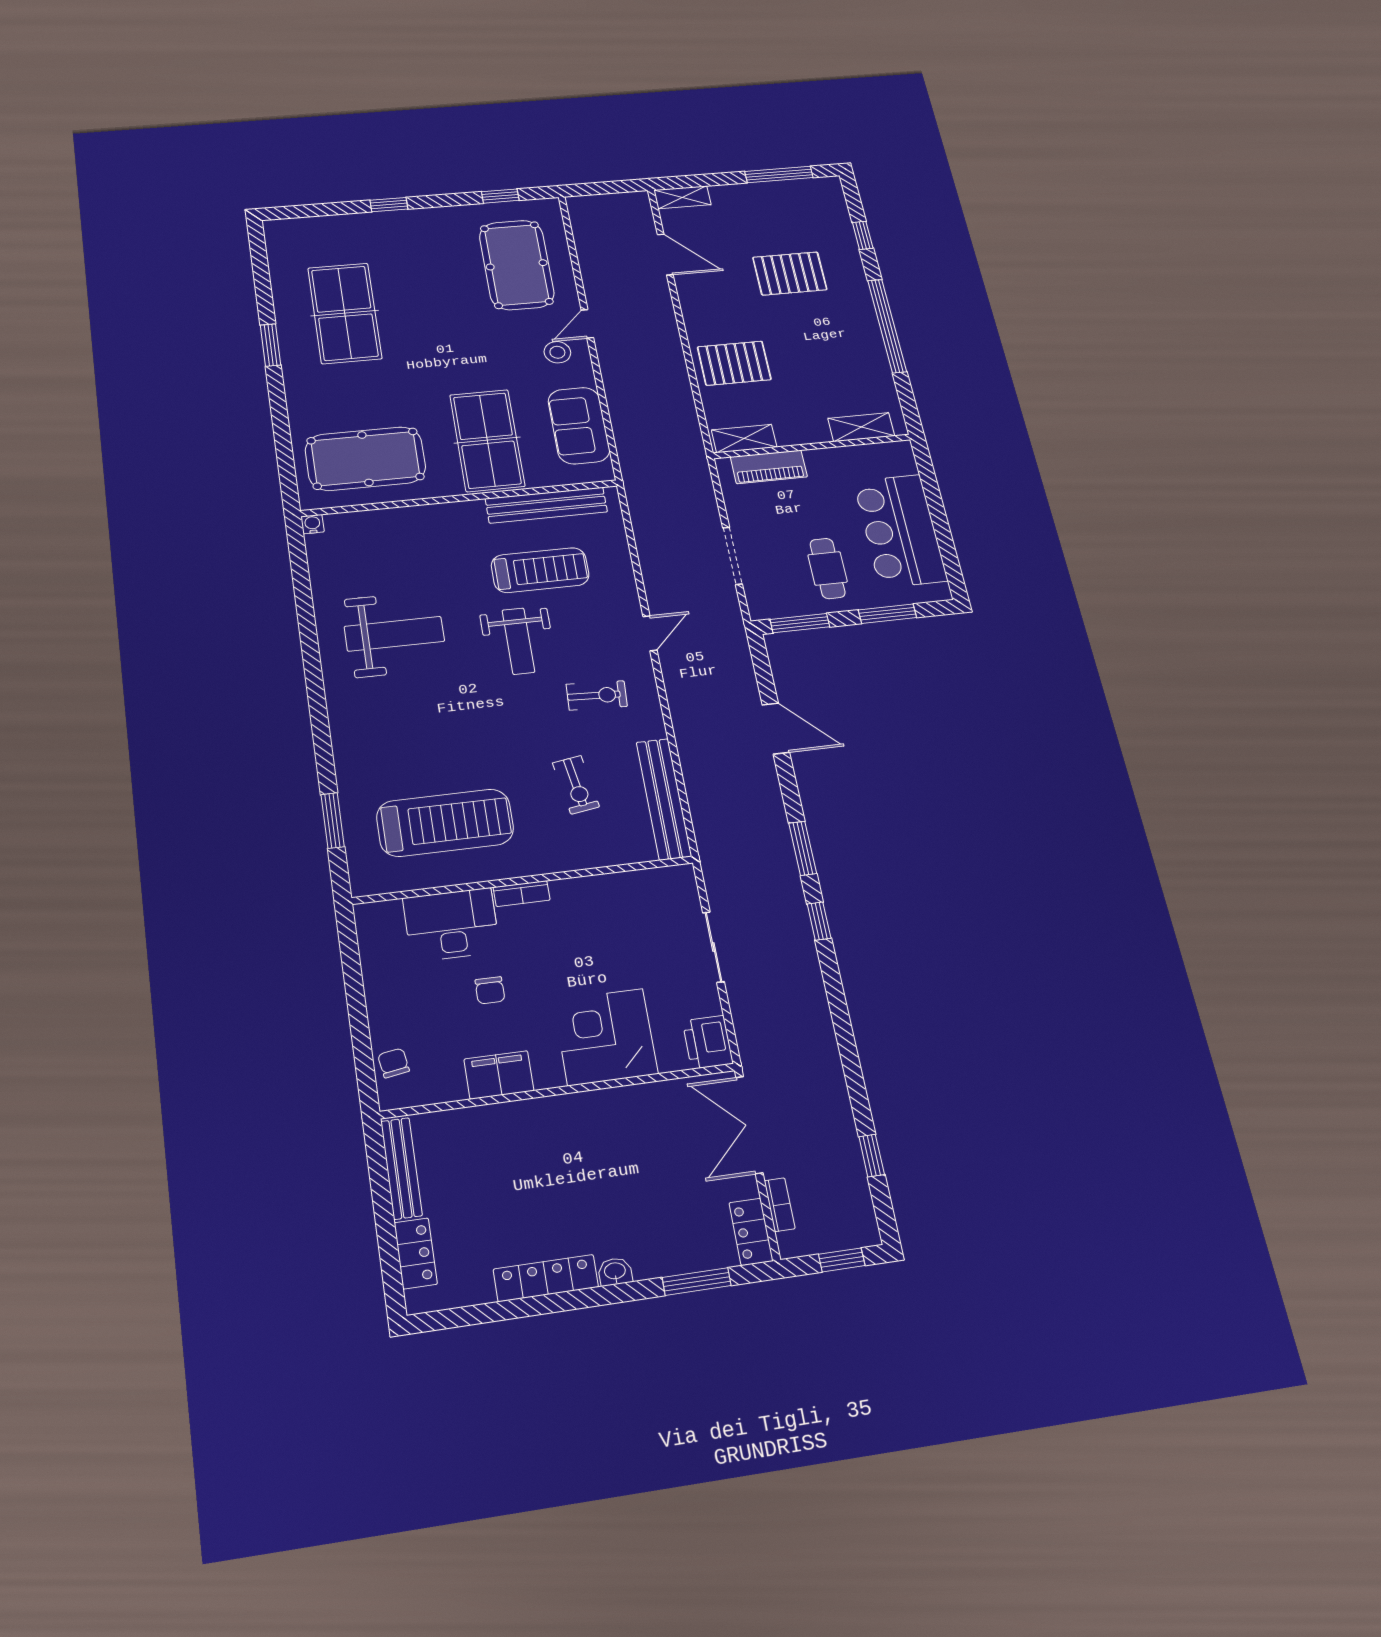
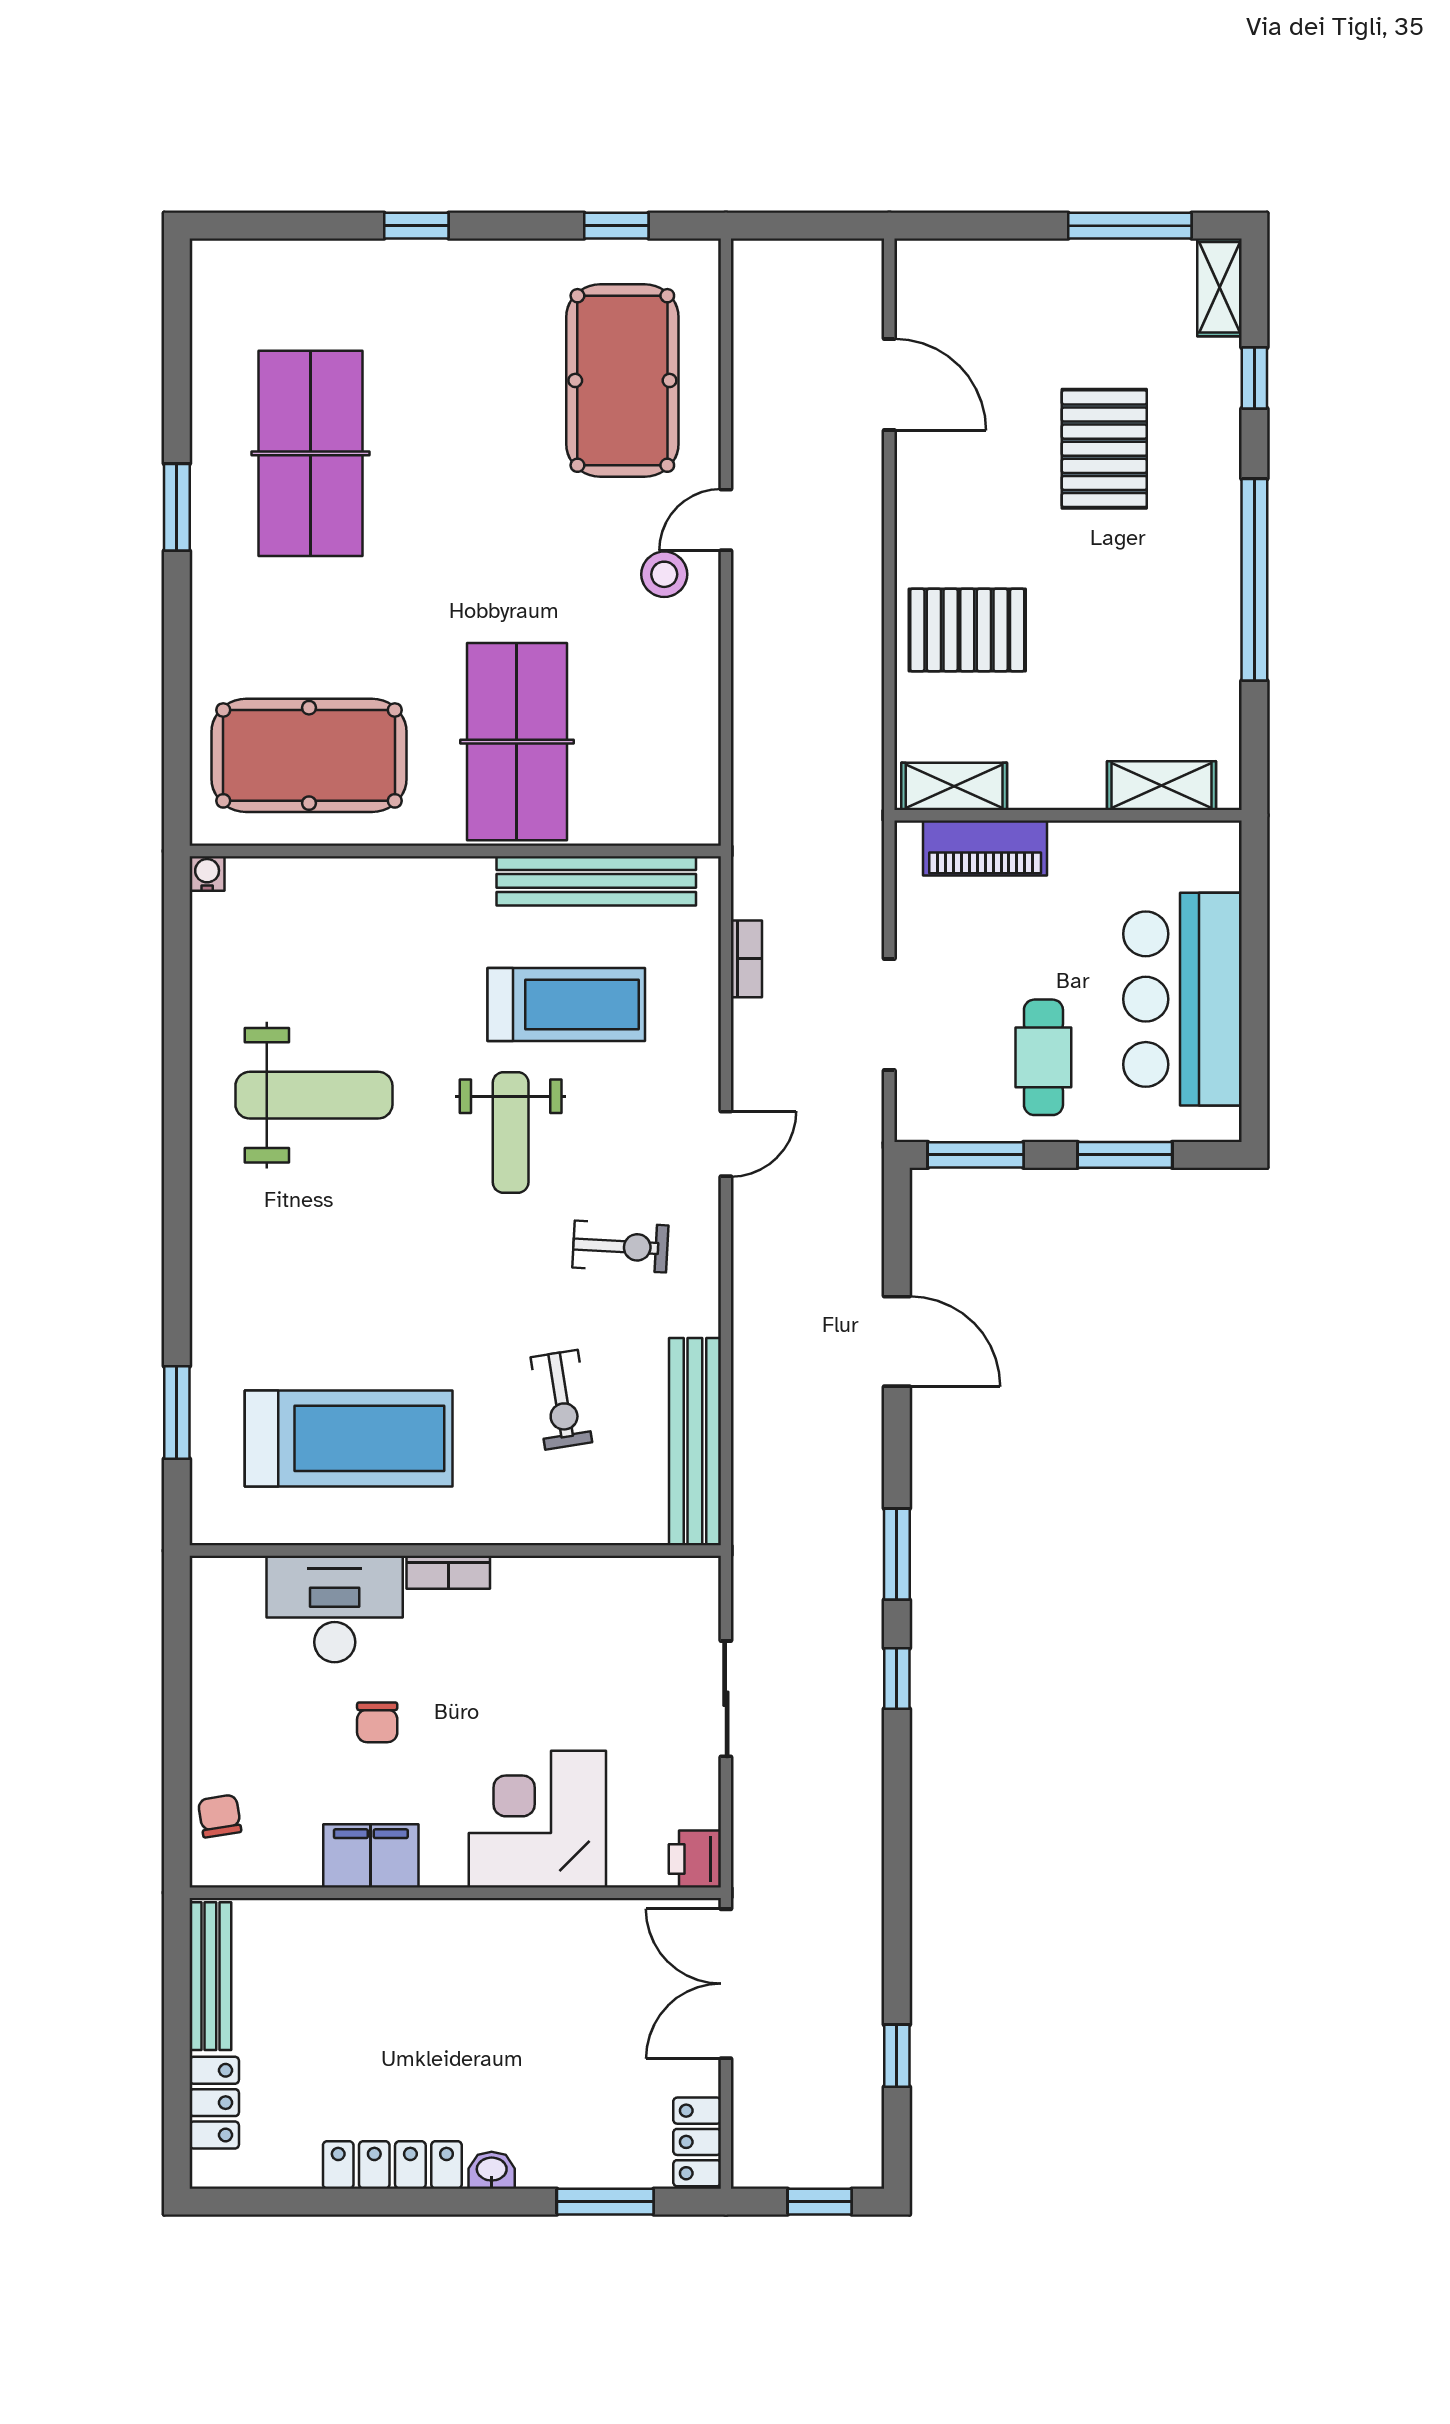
shelving: (682, 197) -> (1220, 287), moved, turned 90
pallet: (790, 273) -> (1104, 449), turned 90
sofa: (579, 426) -> (676, 729), removed
printer: (708, 1042) -> (695, 1859), width x0.73, depth x0.81
bookcase: (780, 1205) -> (746, 959), moved

